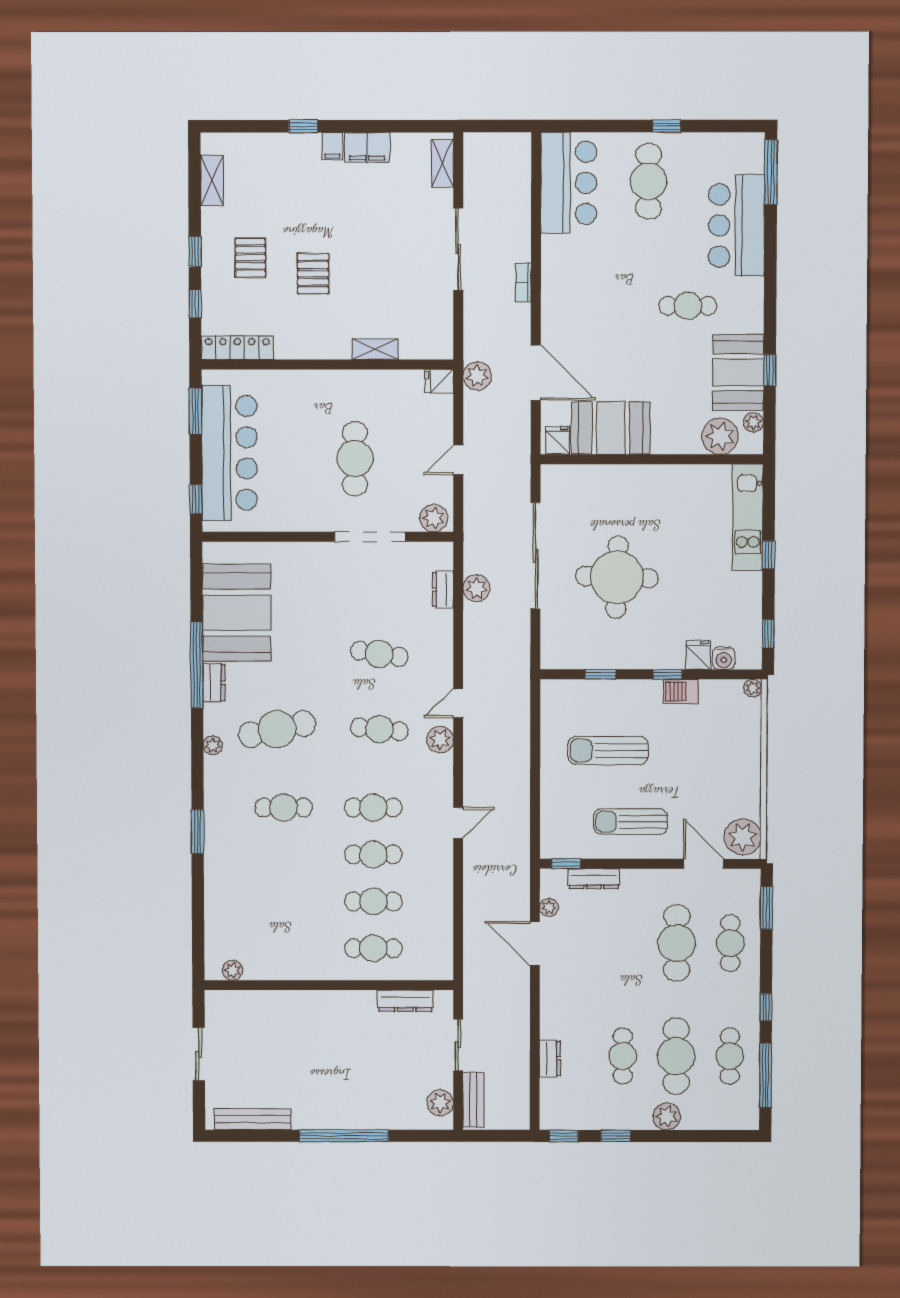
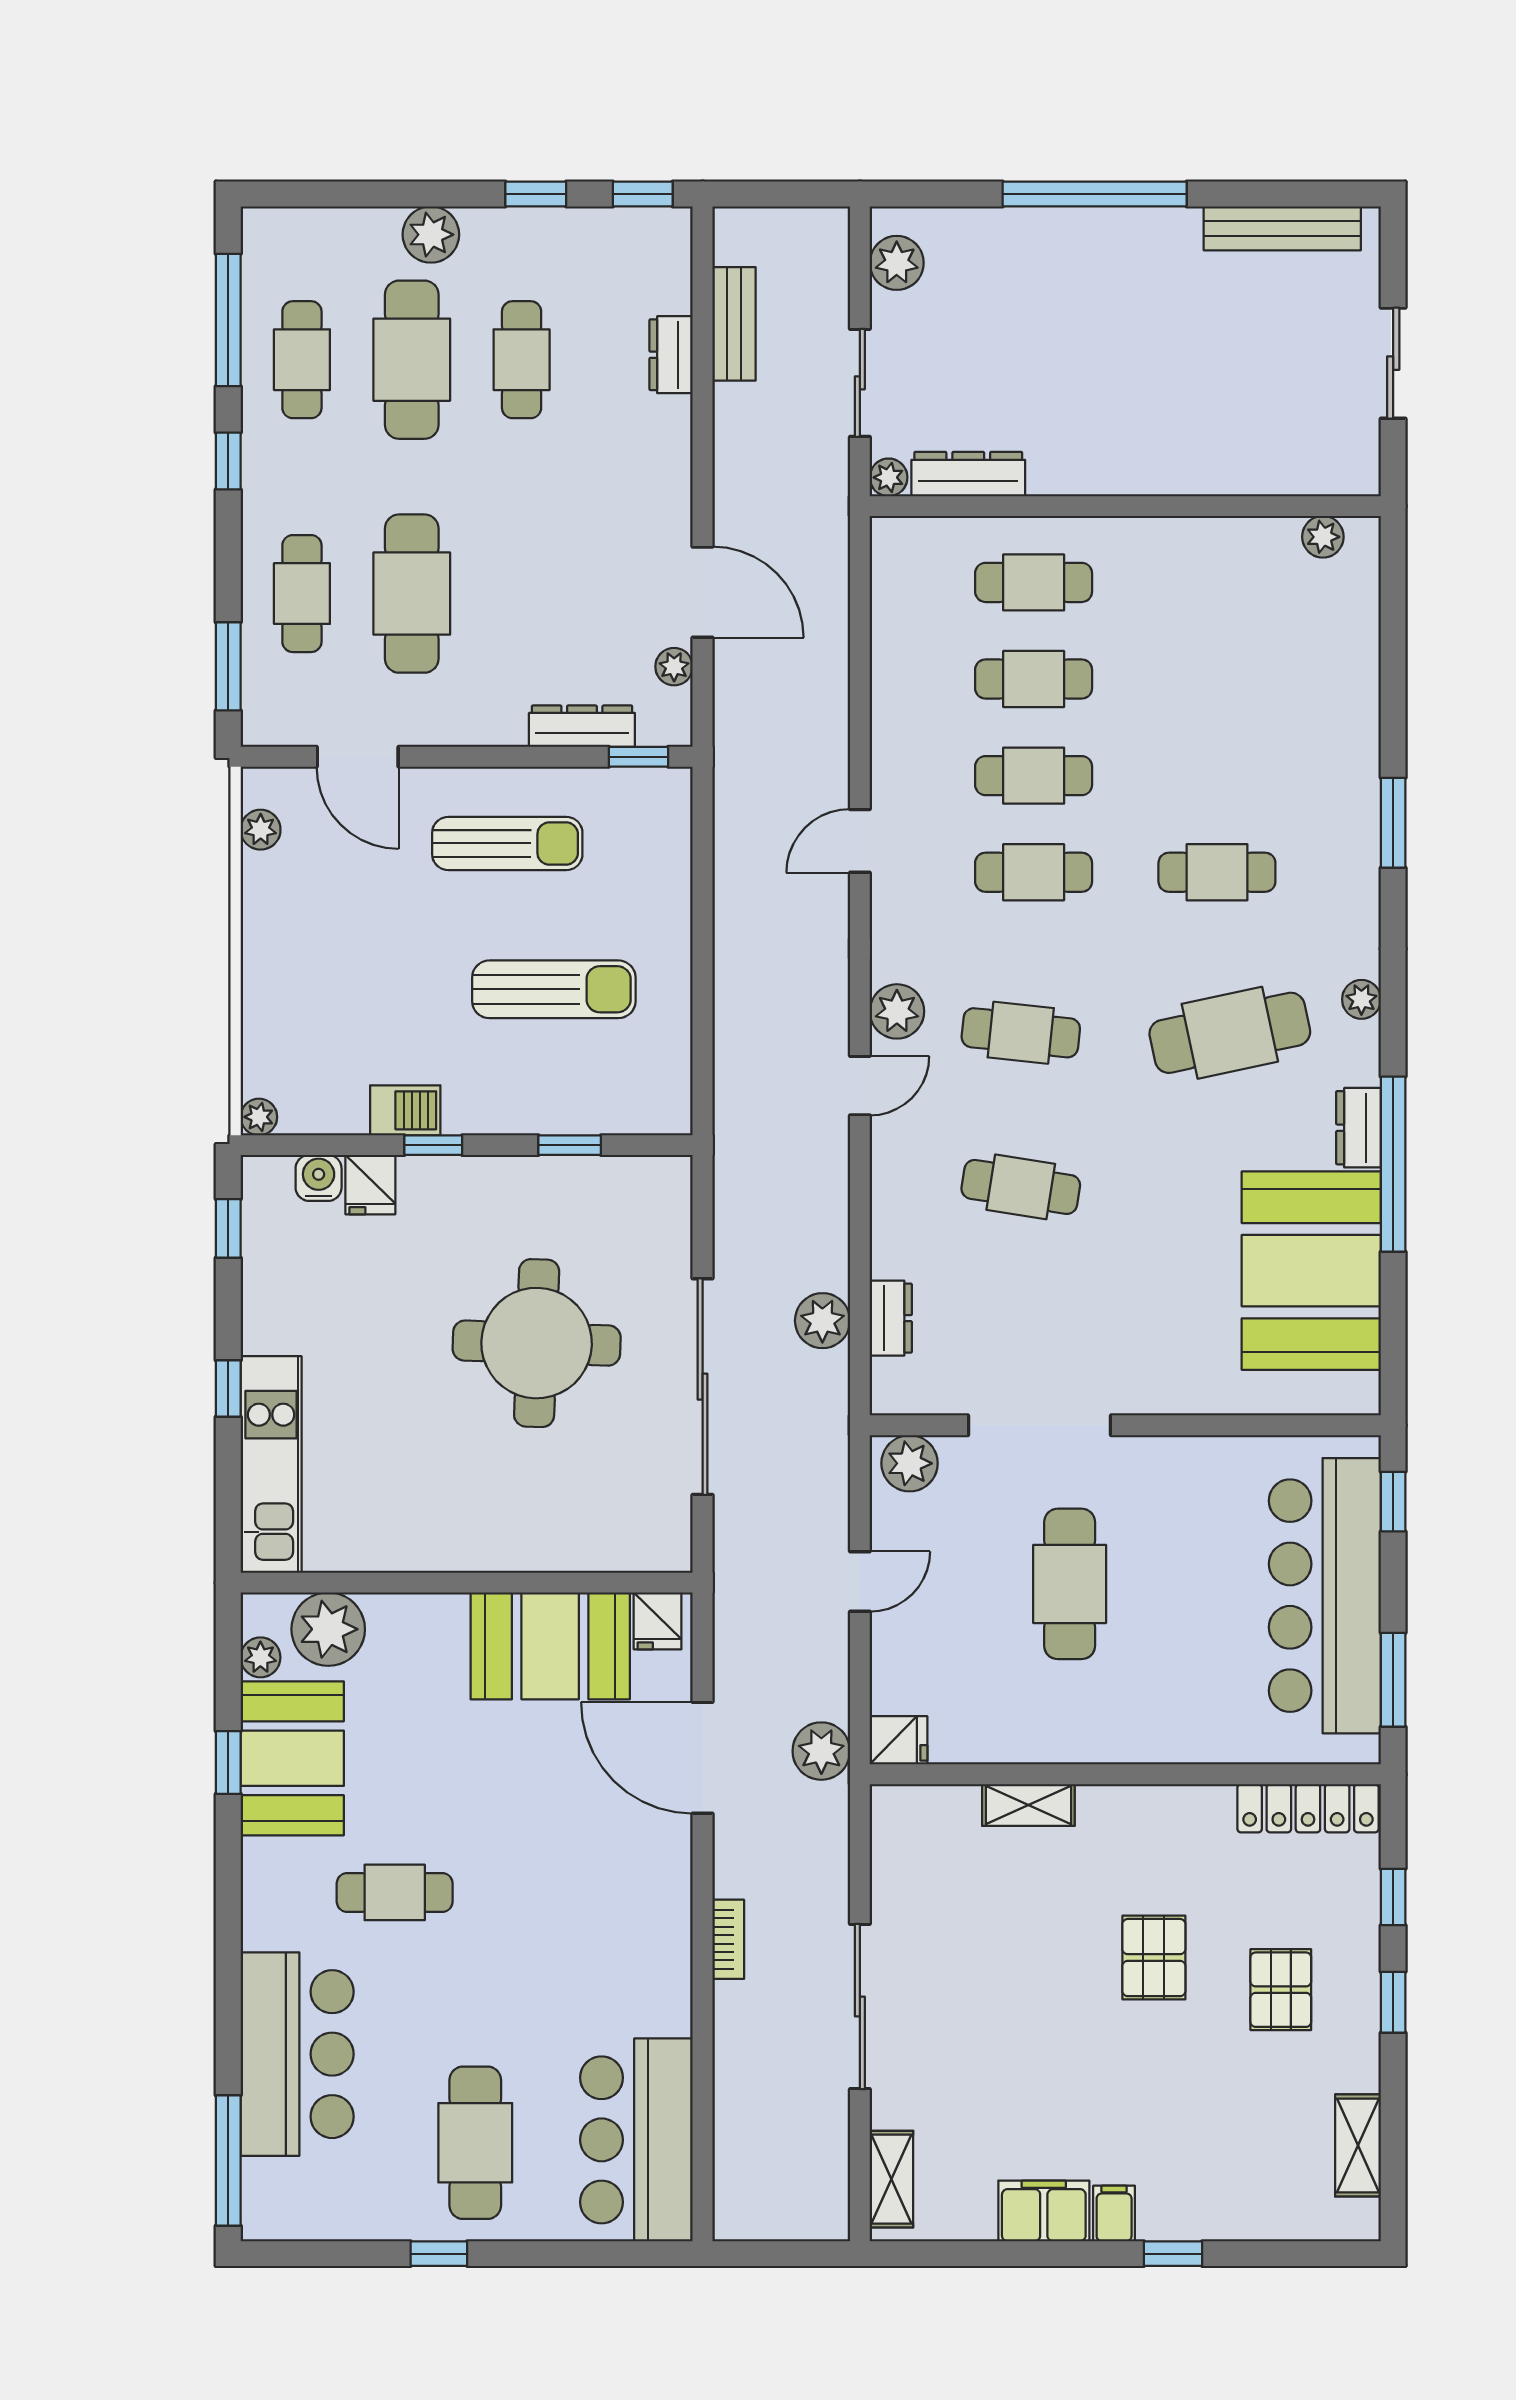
plant: (743, 837) -> (261, 830), width x0.53, depth x0.53
plant: (444, 999) -> (889, 477), added
bench: (473, 1100) -> (734, 324), moved

